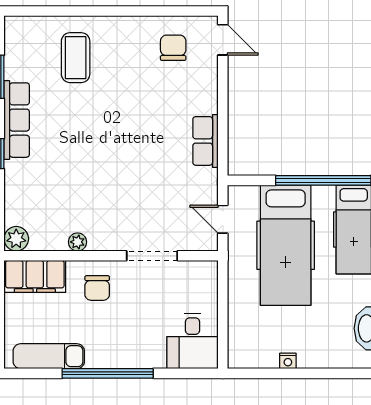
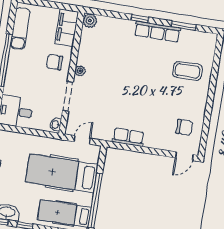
plant: (77, 242) -> (80, 71), moved
washbasin: (204, 269) -> (55, 125), added

